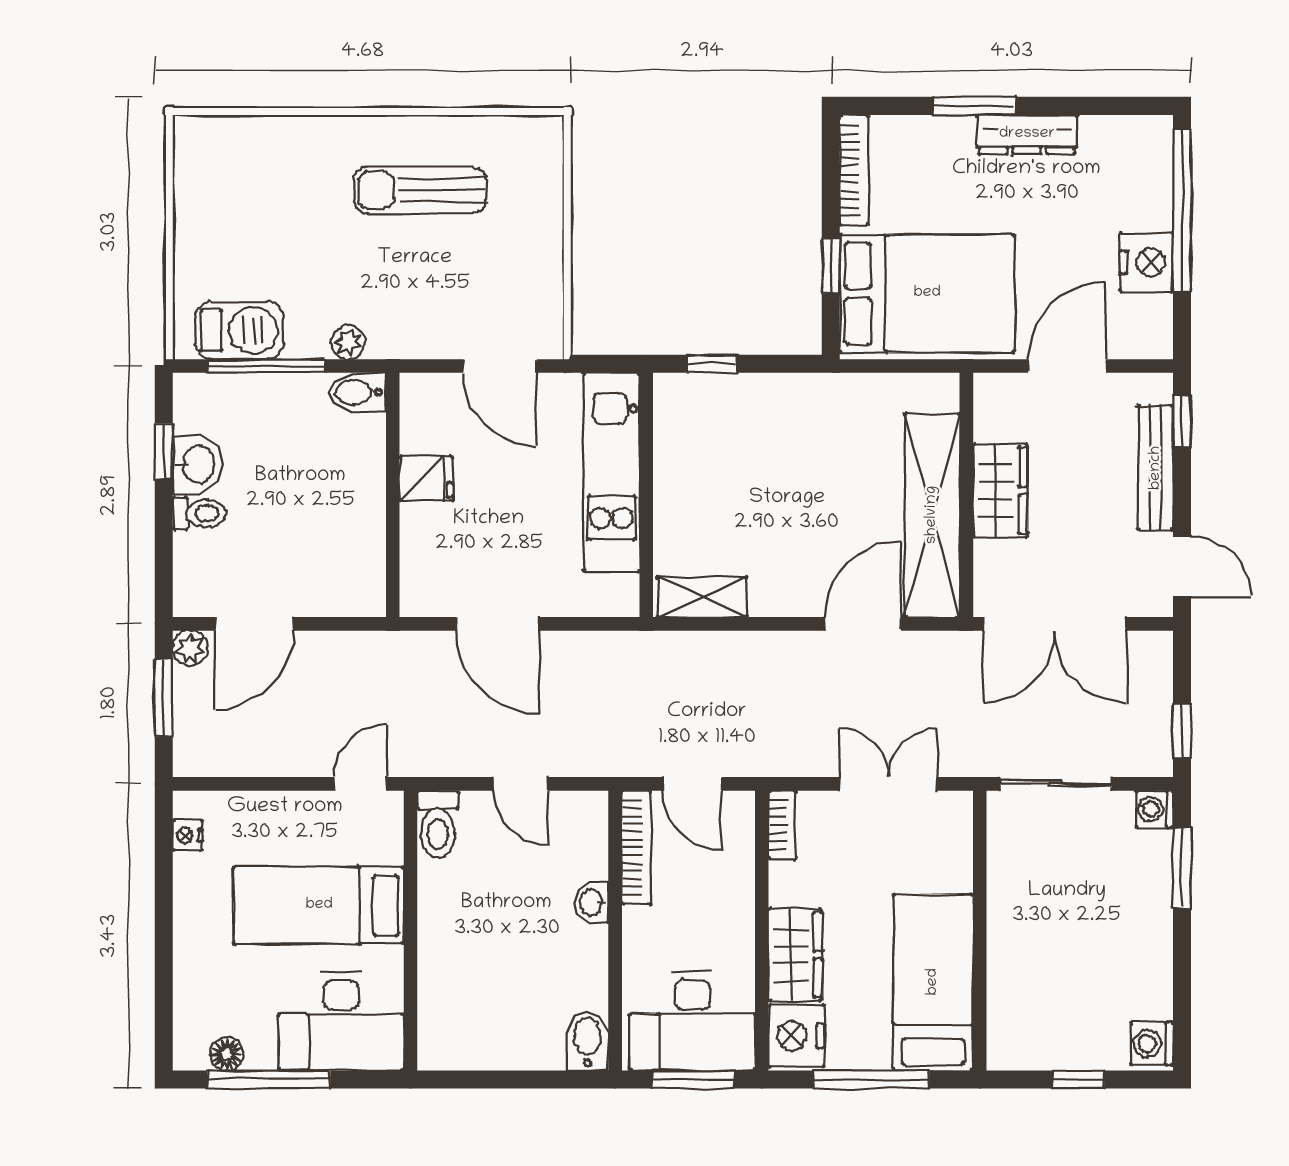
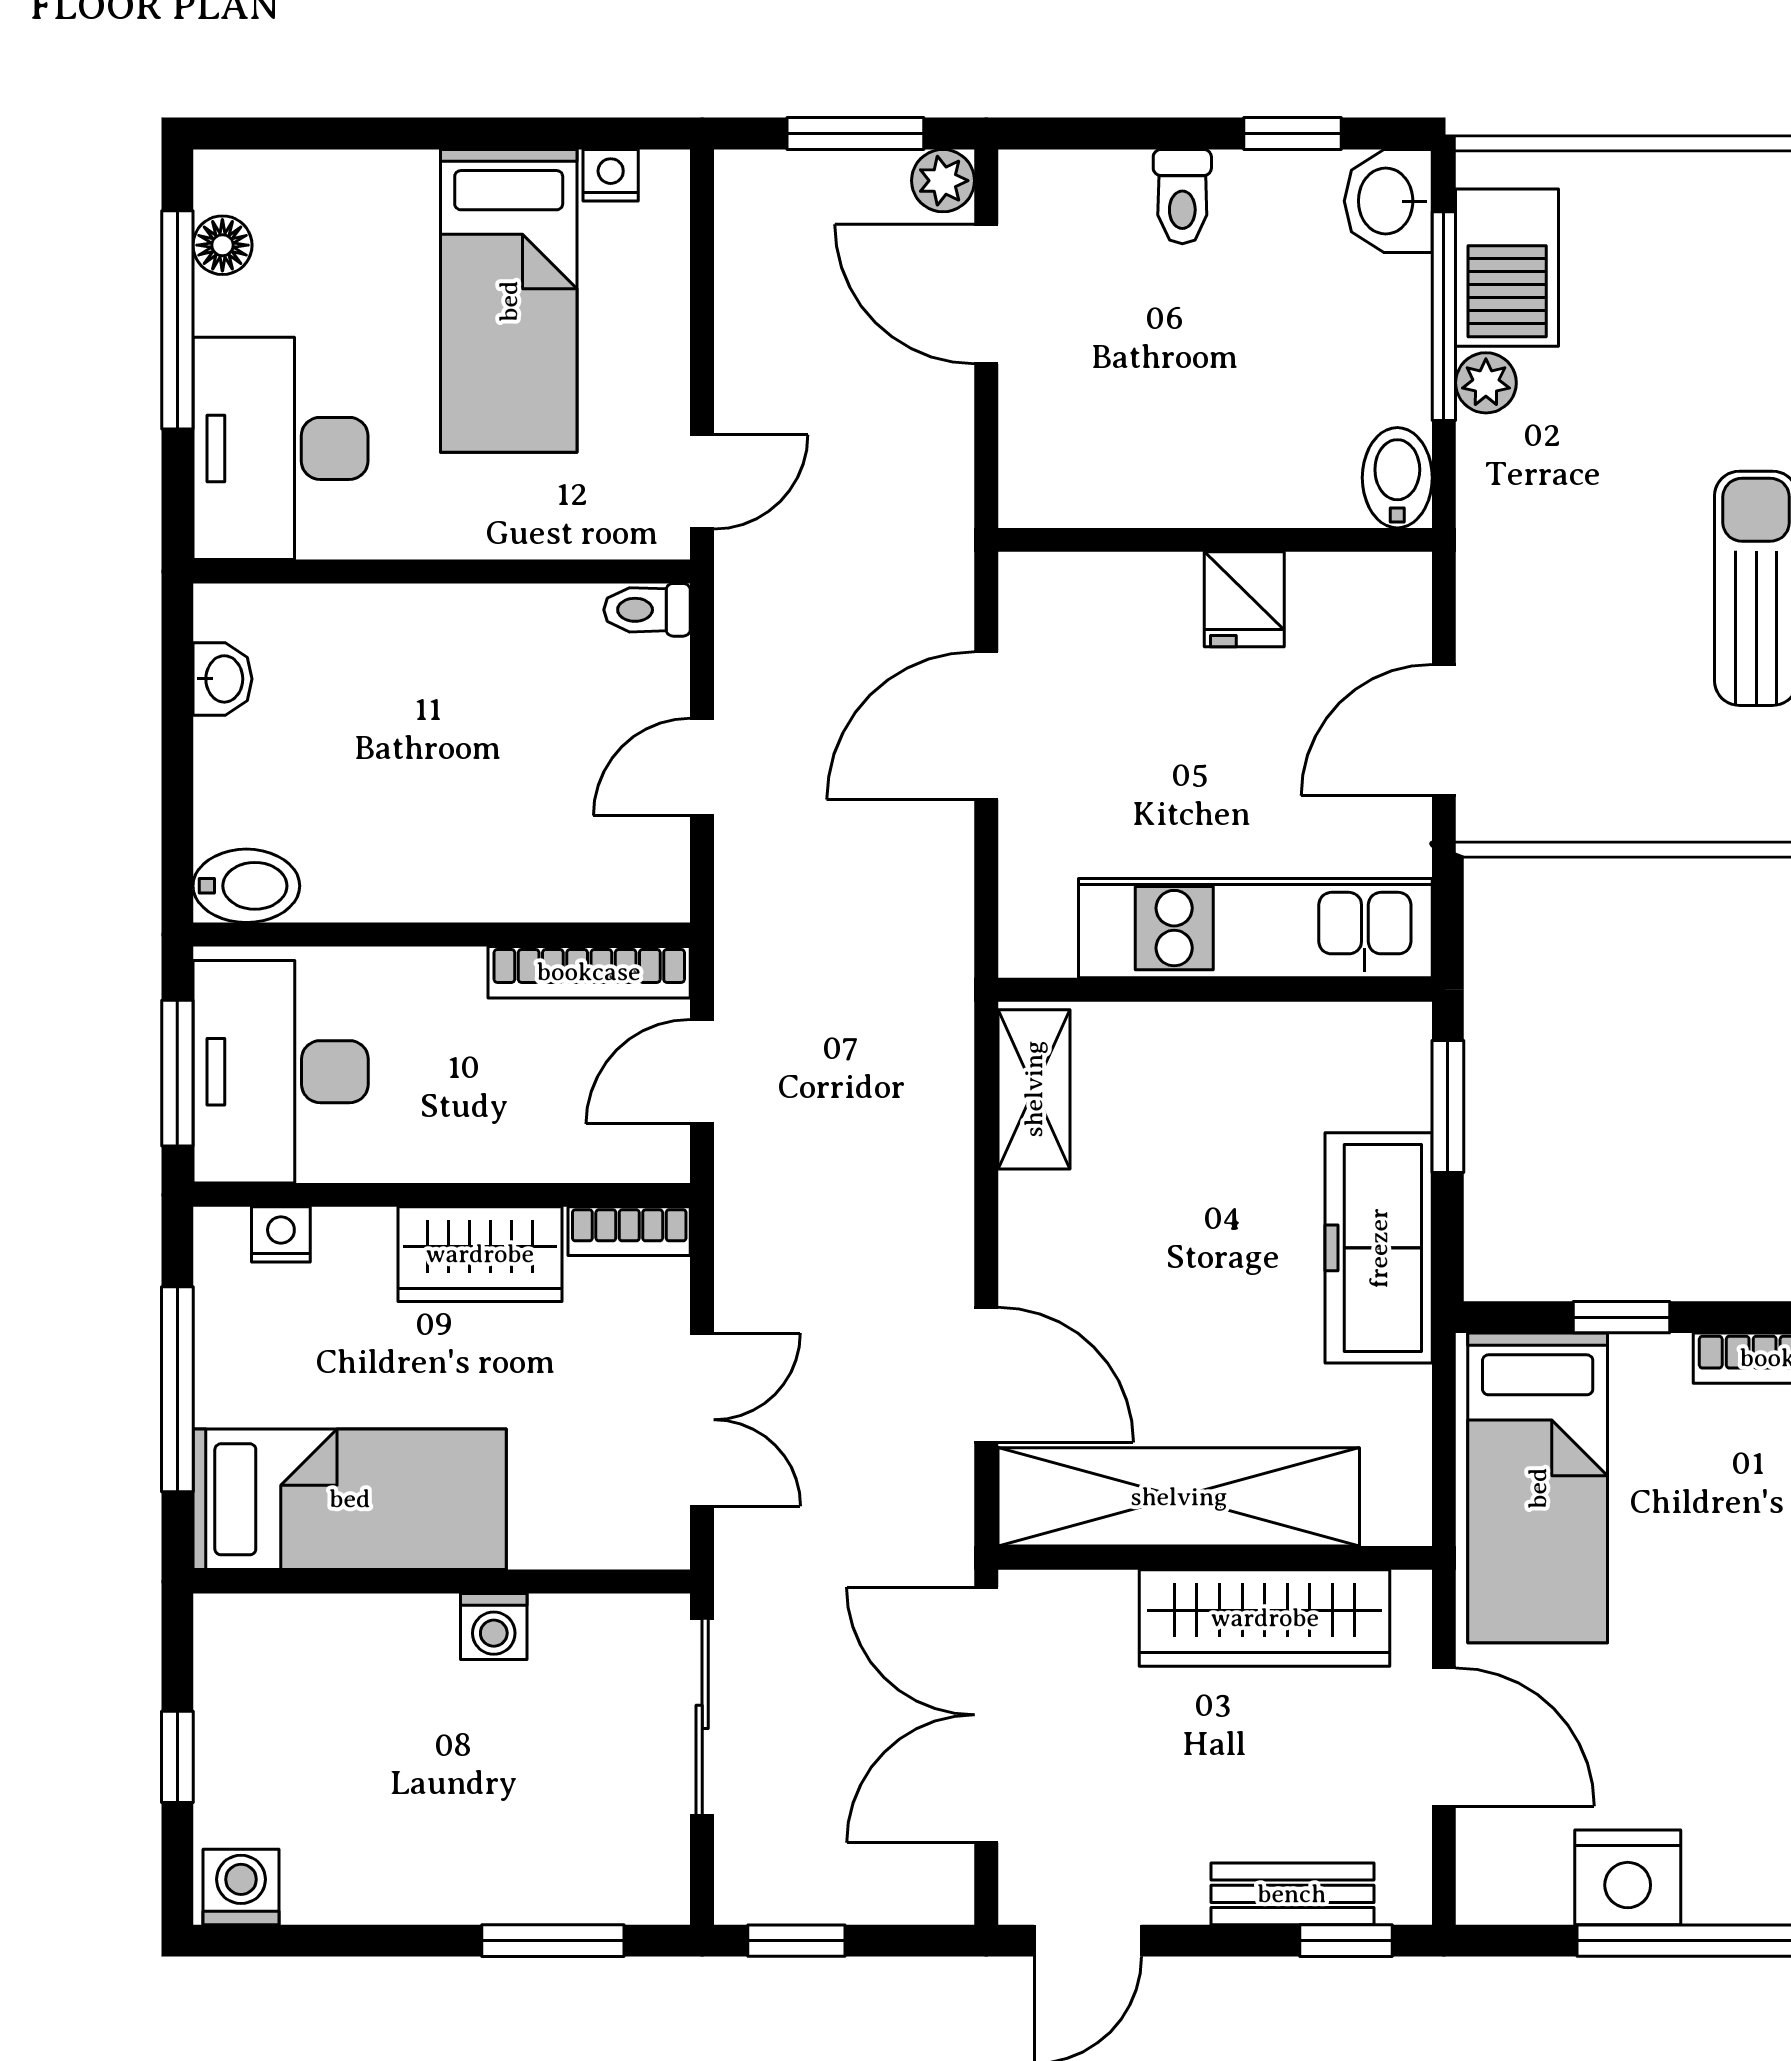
bed: (927, 293) -> (1538, 1488), width x0.67
plant: (348, 342) -> (1486, 383), moved
window: (712, 364) -> (1448, 1106), width x1.50
freezer: (792, 403) -> (1379, 1248), added
washbasin: (197, 464) -> (1388, 201), moved, turned 90
bench: (1156, 468) -> (1292, 1894), width x0.73
wardrobe: (1000, 491) -> (1265, 1618), width x1.50
door: (360, 784) -> (702, 482), hinge flipped
washing machine: (1154, 809) -> (494, 1627), moved, turned 180
toilet: (438, 824) -> (647, 610), width x0.73, depth x0.72
washbasin: (592, 902) -> (222, 679), moved, turned 90
bed: (319, 905) -> (509, 301), moved, turned 180
wardrobe: (795, 955) -> (480, 1254), moved
nightstand: (796, 1036) -> (281, 1234), width x0.53, depth x0.56

